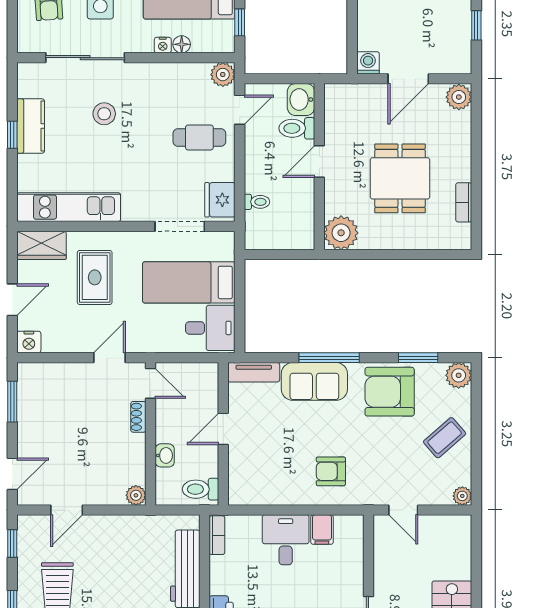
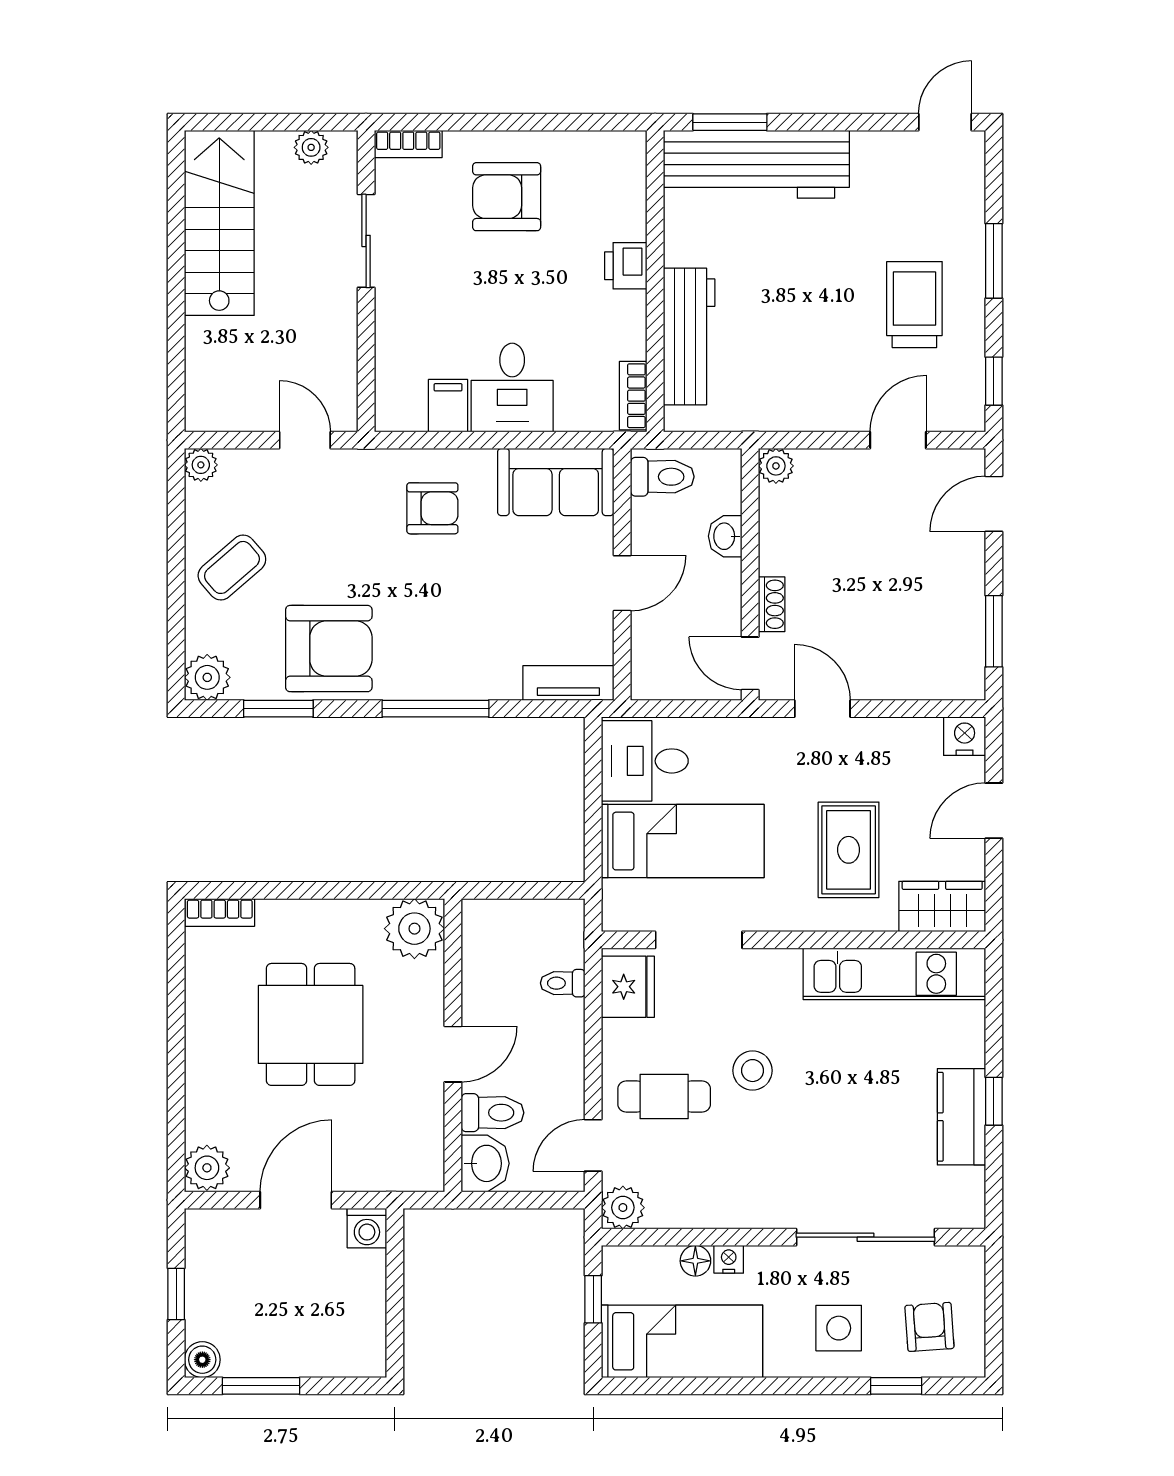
stool: (104, 114) -> (753, 1071), moved
bookcase: (464, 202) -> (220, 912), moved, turned 90
door: (110, 358) -> (822, 709), swing flipped
sofa: (314, 381) -> (556, 482), moved, turned 180

